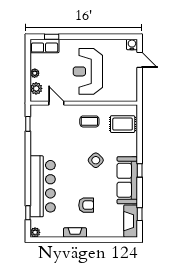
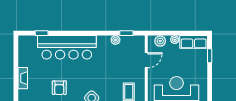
row of seats: (45, 46) -> (194, 42), moved, turned -90
armchair: (86, 205) -> (59, 88), moved
plant: (35, 232) -> (115, 40), moved

